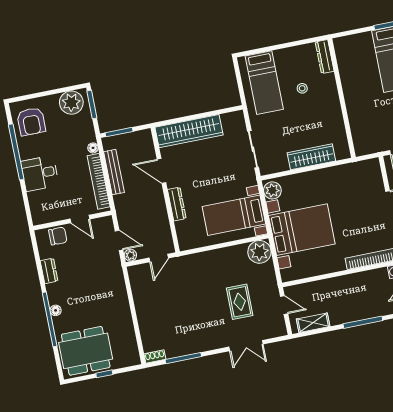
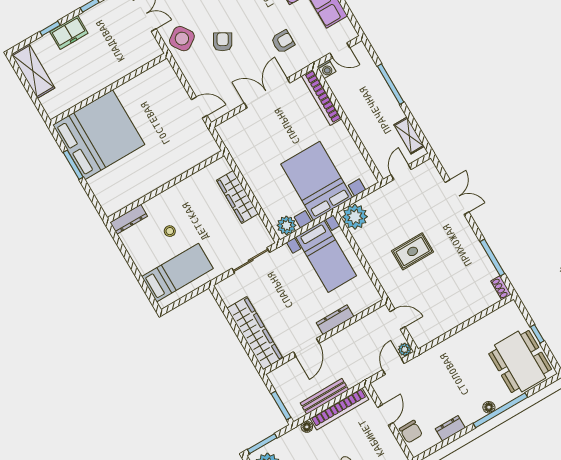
chair: (58, 236) -> (411, 432), turned 180
rug: (240, 302) -> (413, 251), moved

